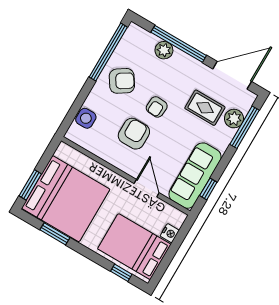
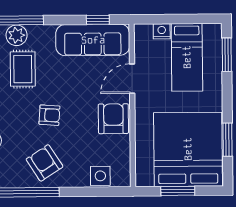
armchair: (134, 134) -> (113, 119), moved, turned 90
window: (30, 185) -> (178, 191), moved
bed: (134, 247) -> (187, 57), width x0.67
window: (121, 273) -> (227, 55), width x1.50

